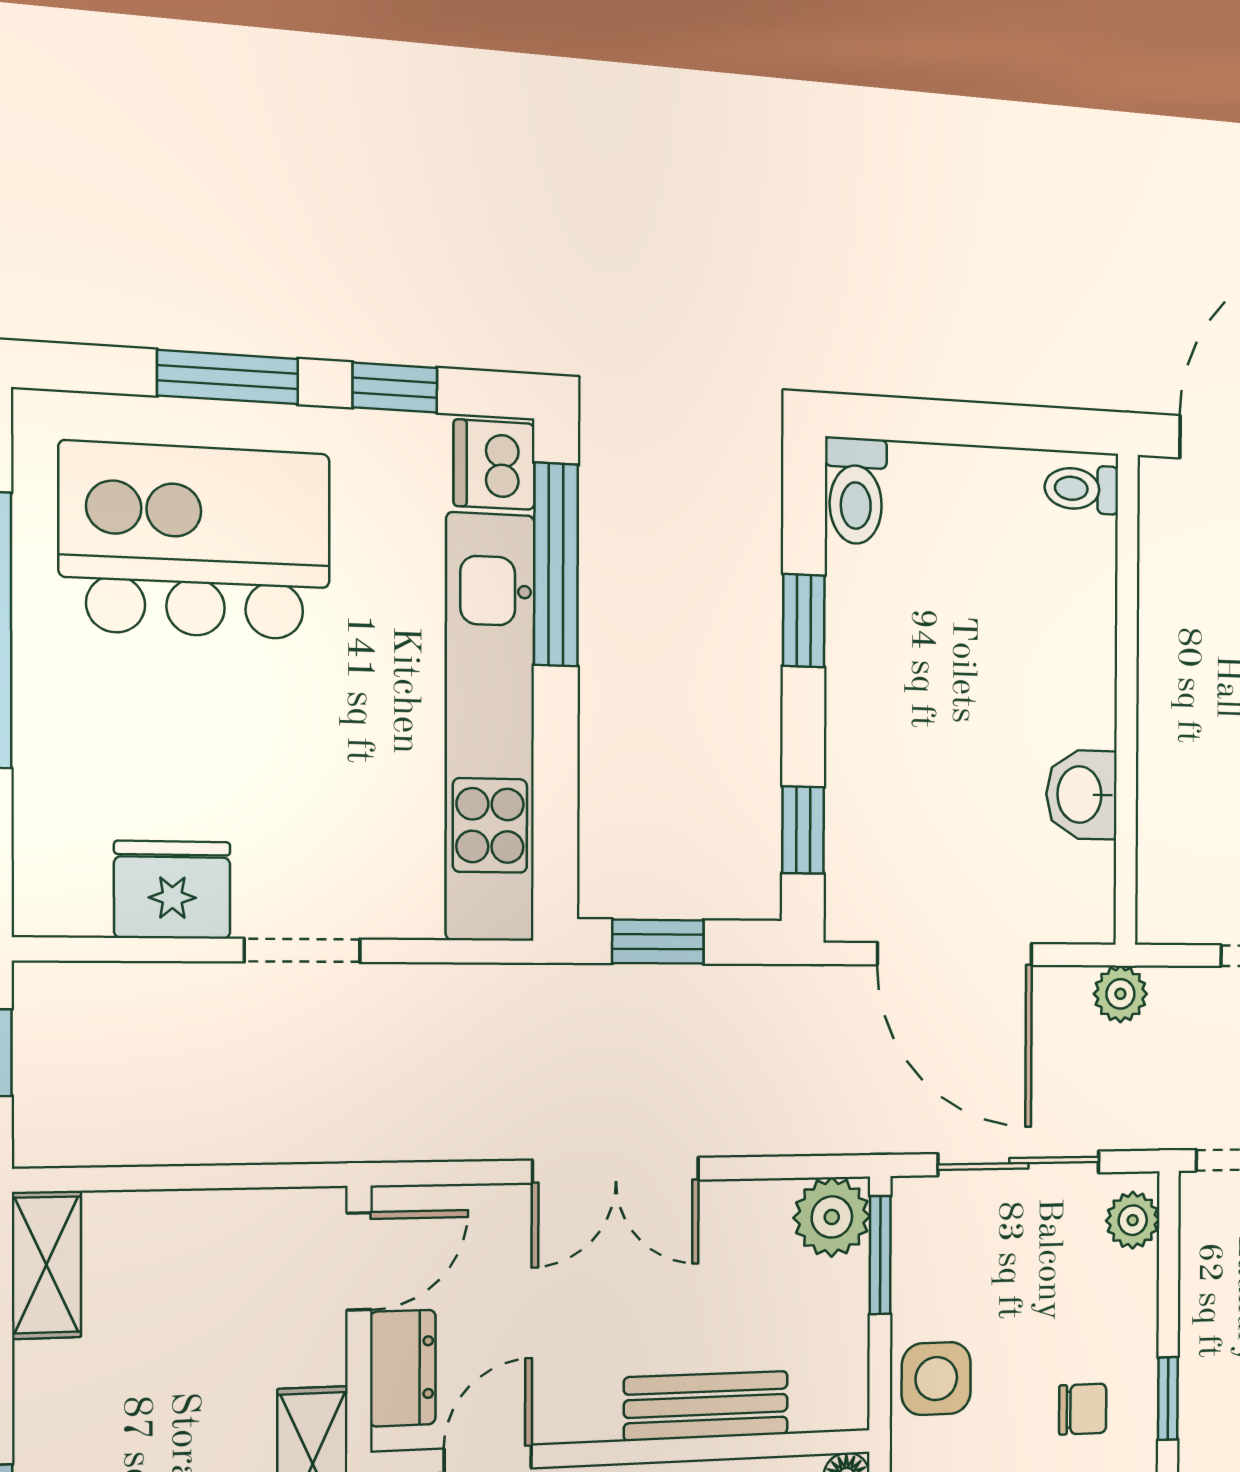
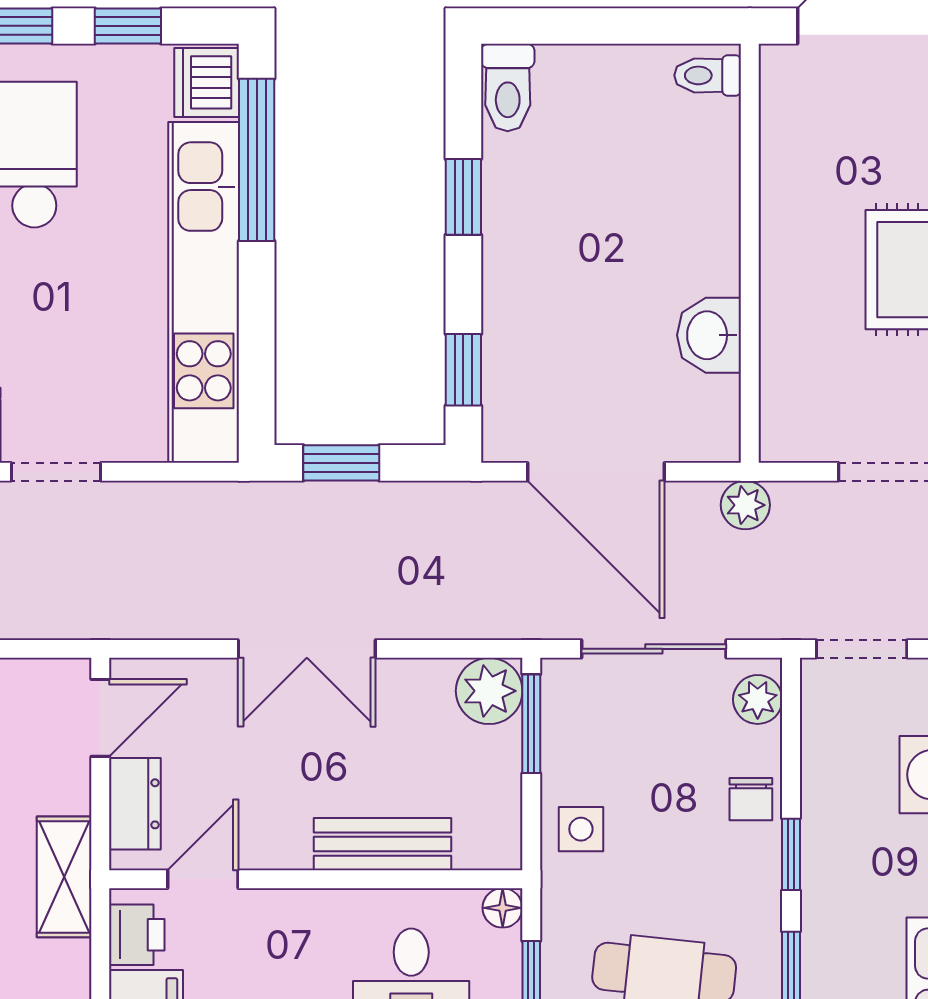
side table: (936, 1379) -> (581, 829), width x0.73, depth x0.73
chair: (1083, 1409) -> (751, 799), moved, turned 90

